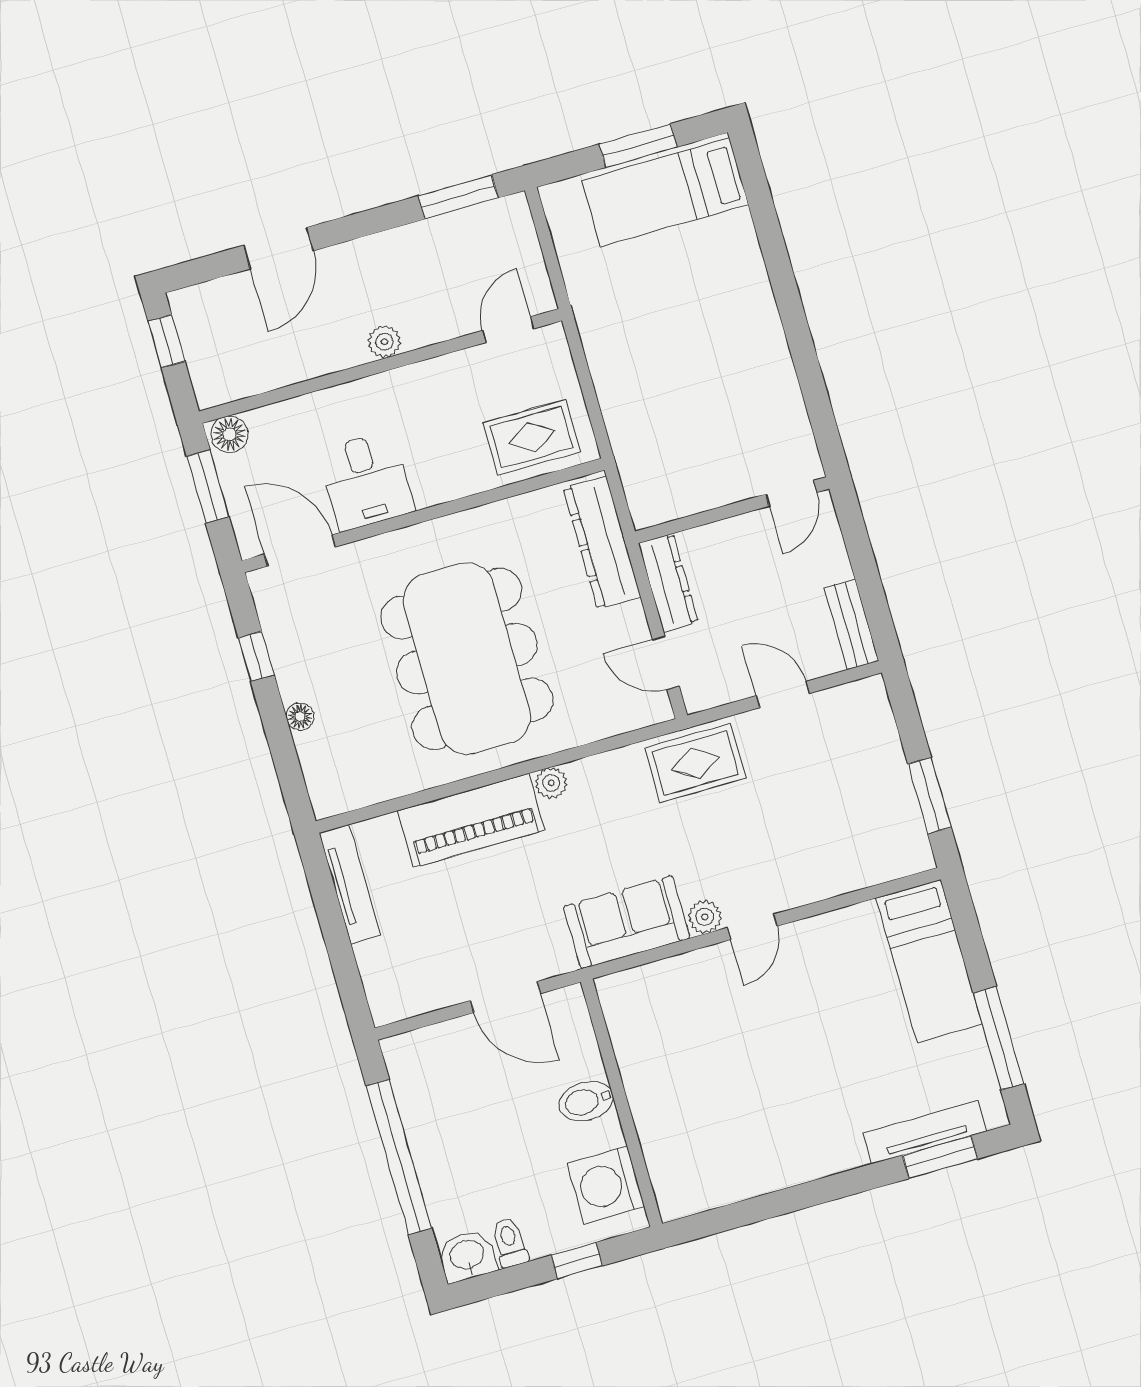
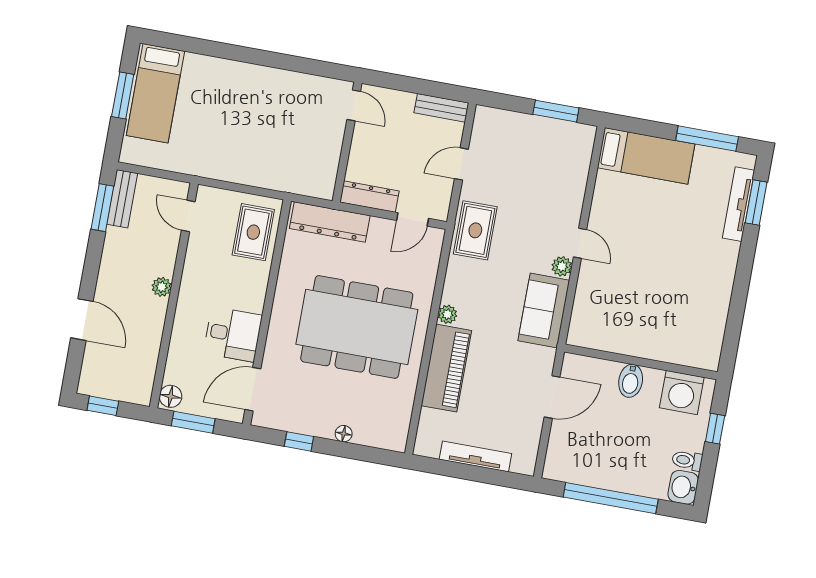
bench: (486, 220) -> (122, 199), added
tv unit: (350, 884) -> (475, 456), moved

